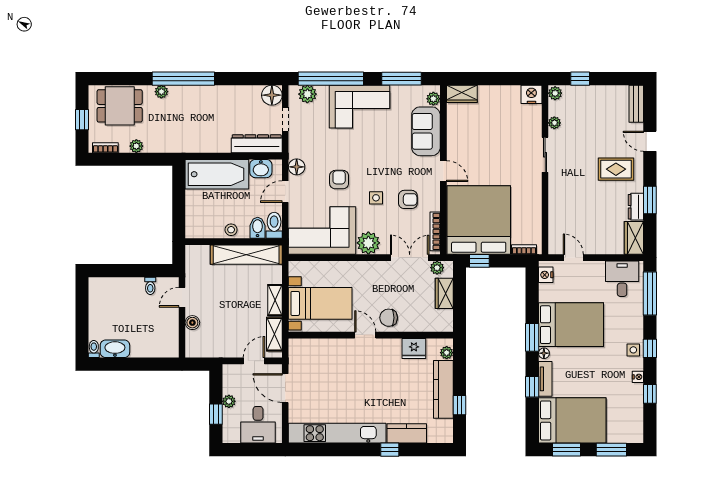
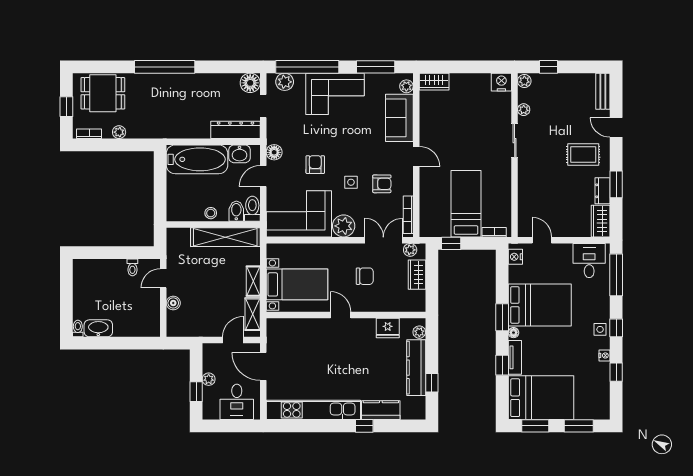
plant: (161, 92) -> (143, 79), removed
bed: (479, 220) -> (466, 204), width x0.49
chair: (389, 318) -> (365, 276), moved, turned 180

